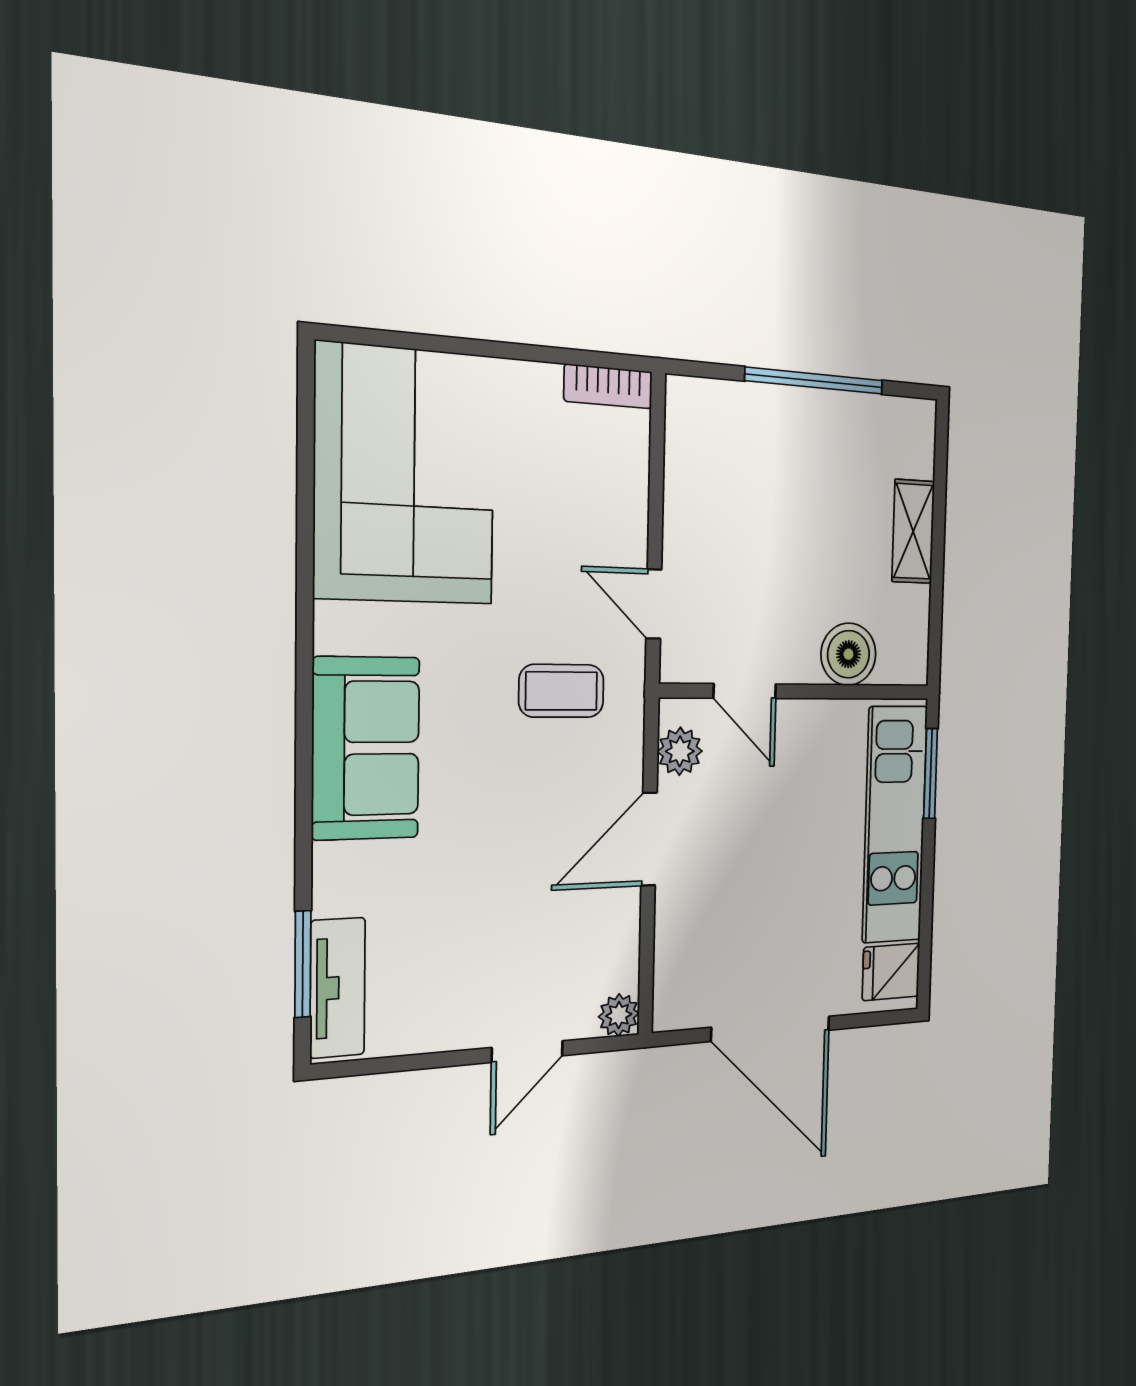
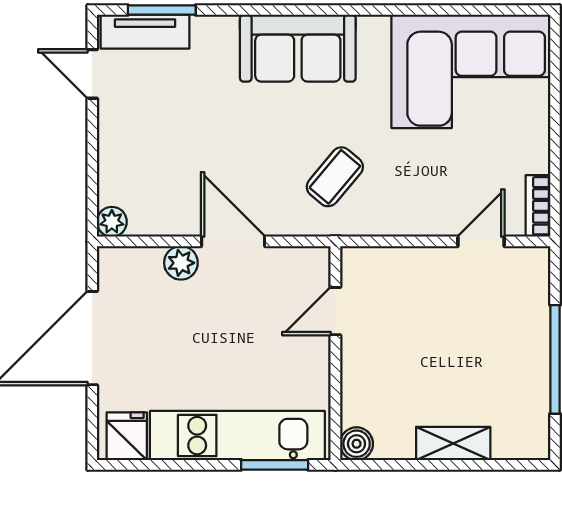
door: (654, 604) -> (481, 241), moved
boiler: (848, 654) -> (357, 444), moved, width x0.73, depth x0.73
coffee table: (561, 691) -> (335, 177), turned 40
plant: (680, 751) -> (181, 263), moved
door: (527, 1052) -> (92, 74), moved

